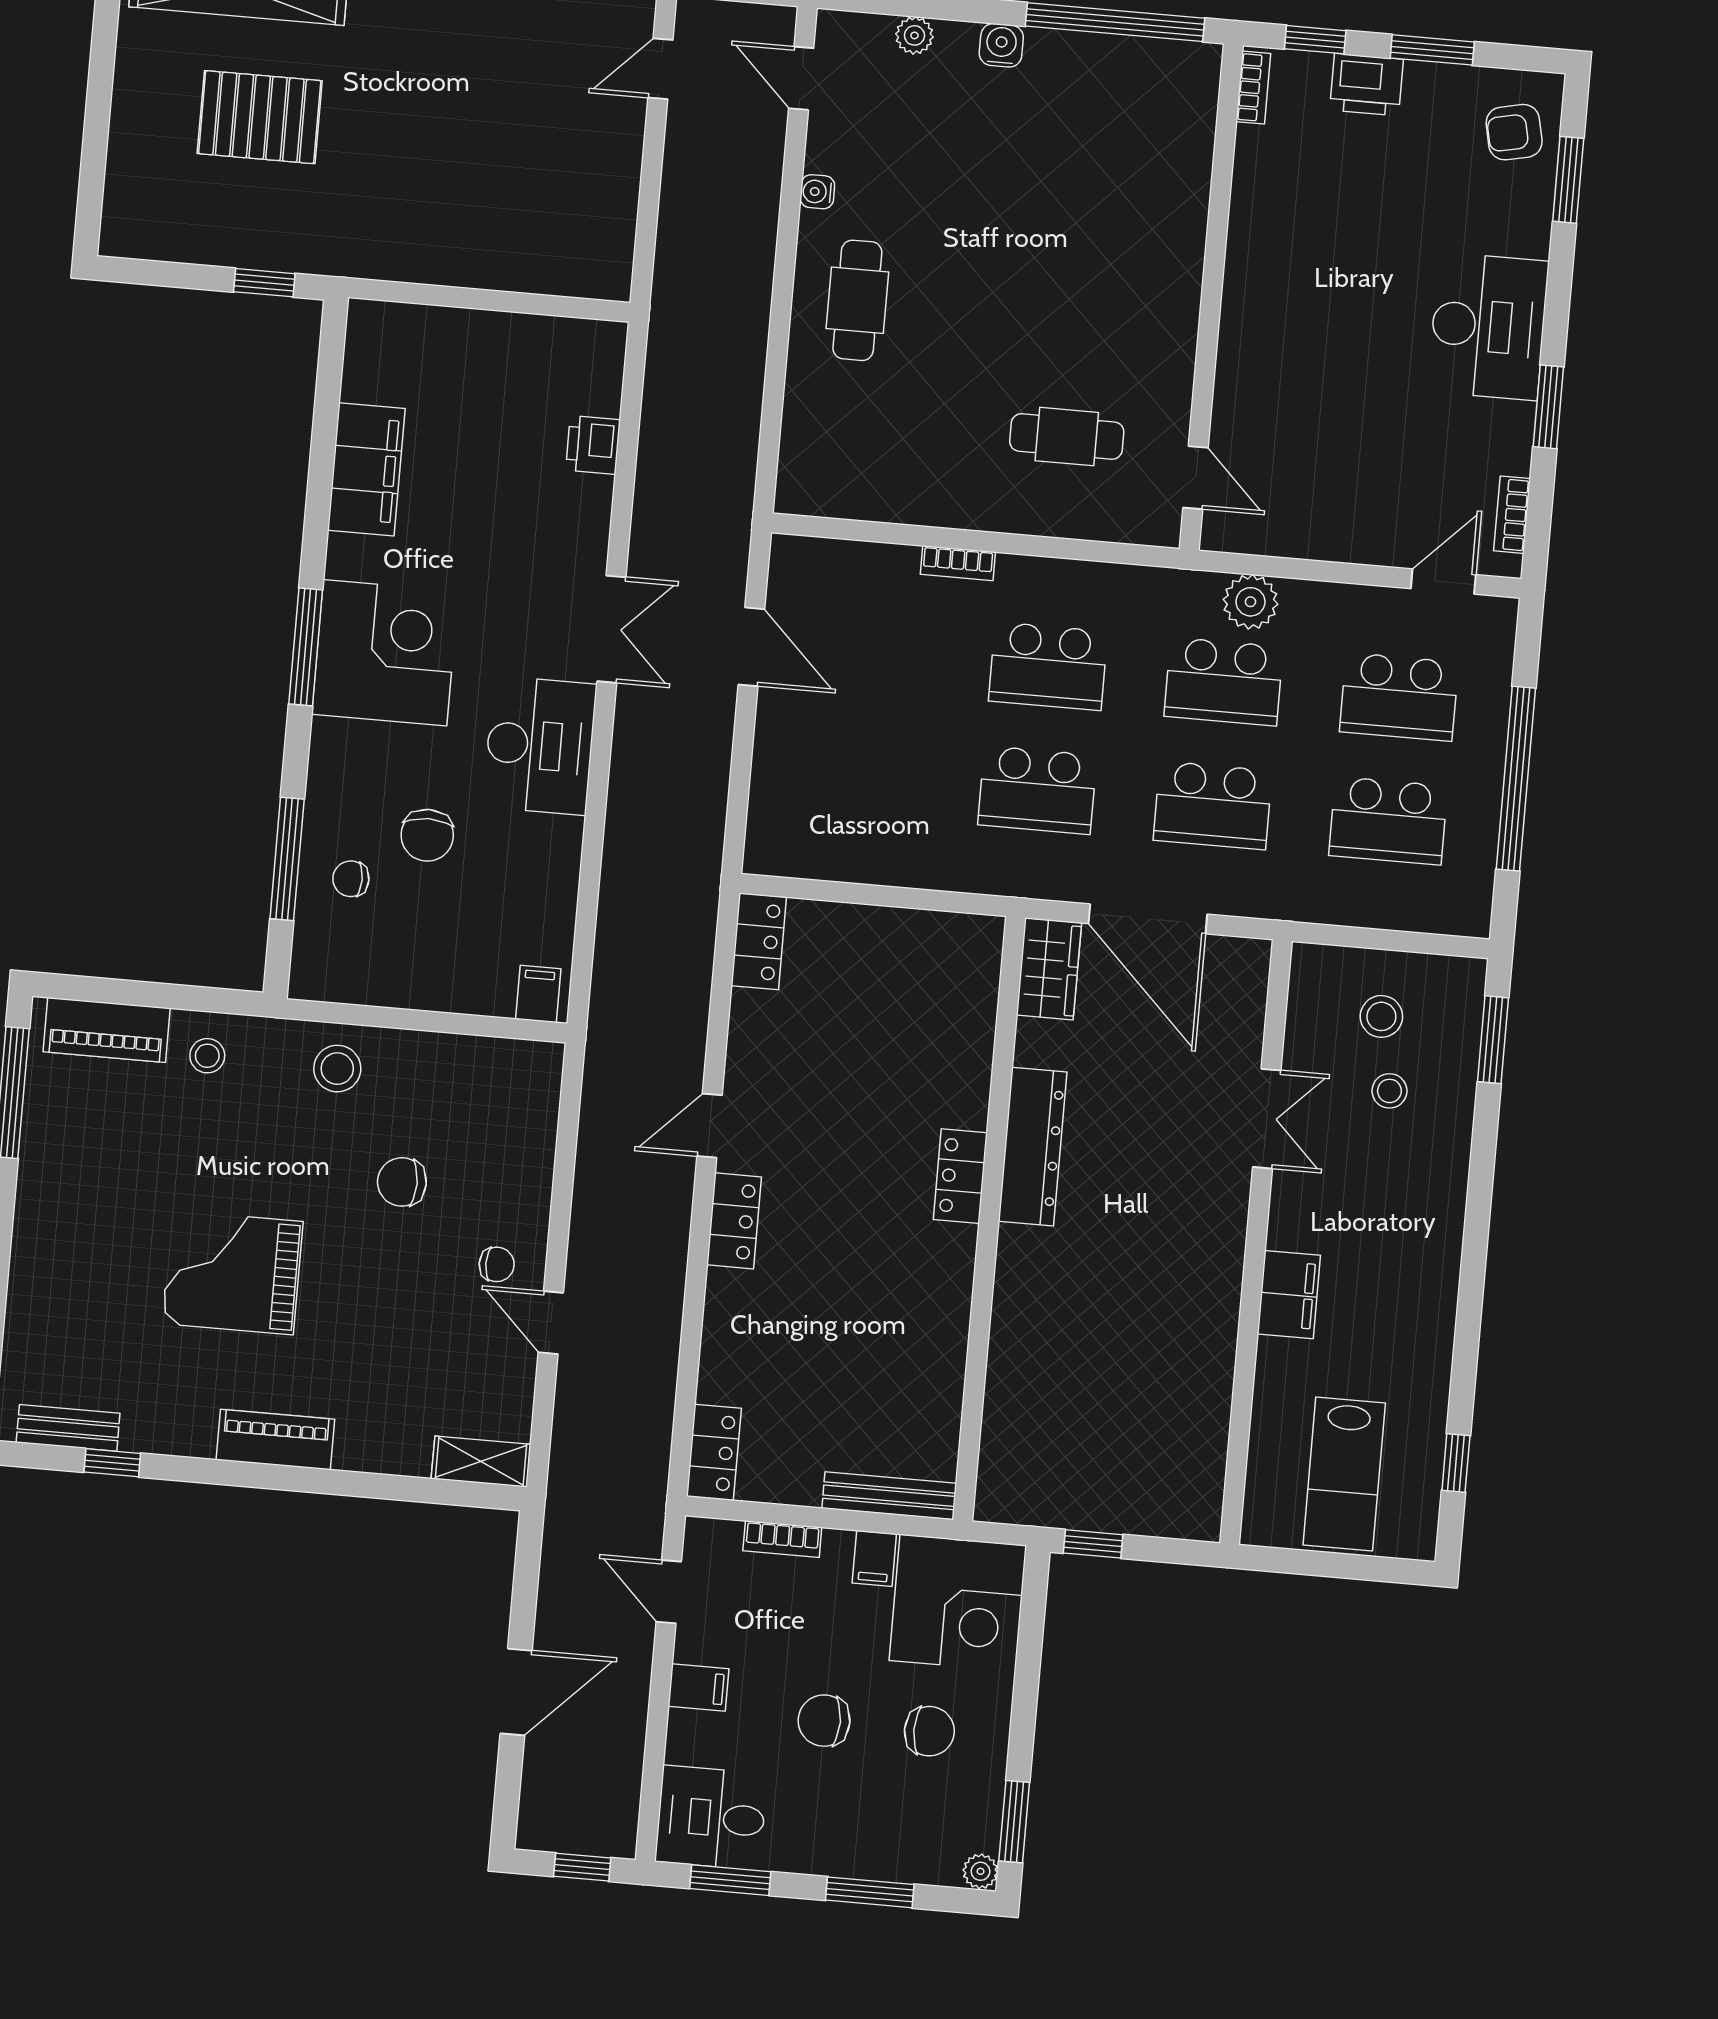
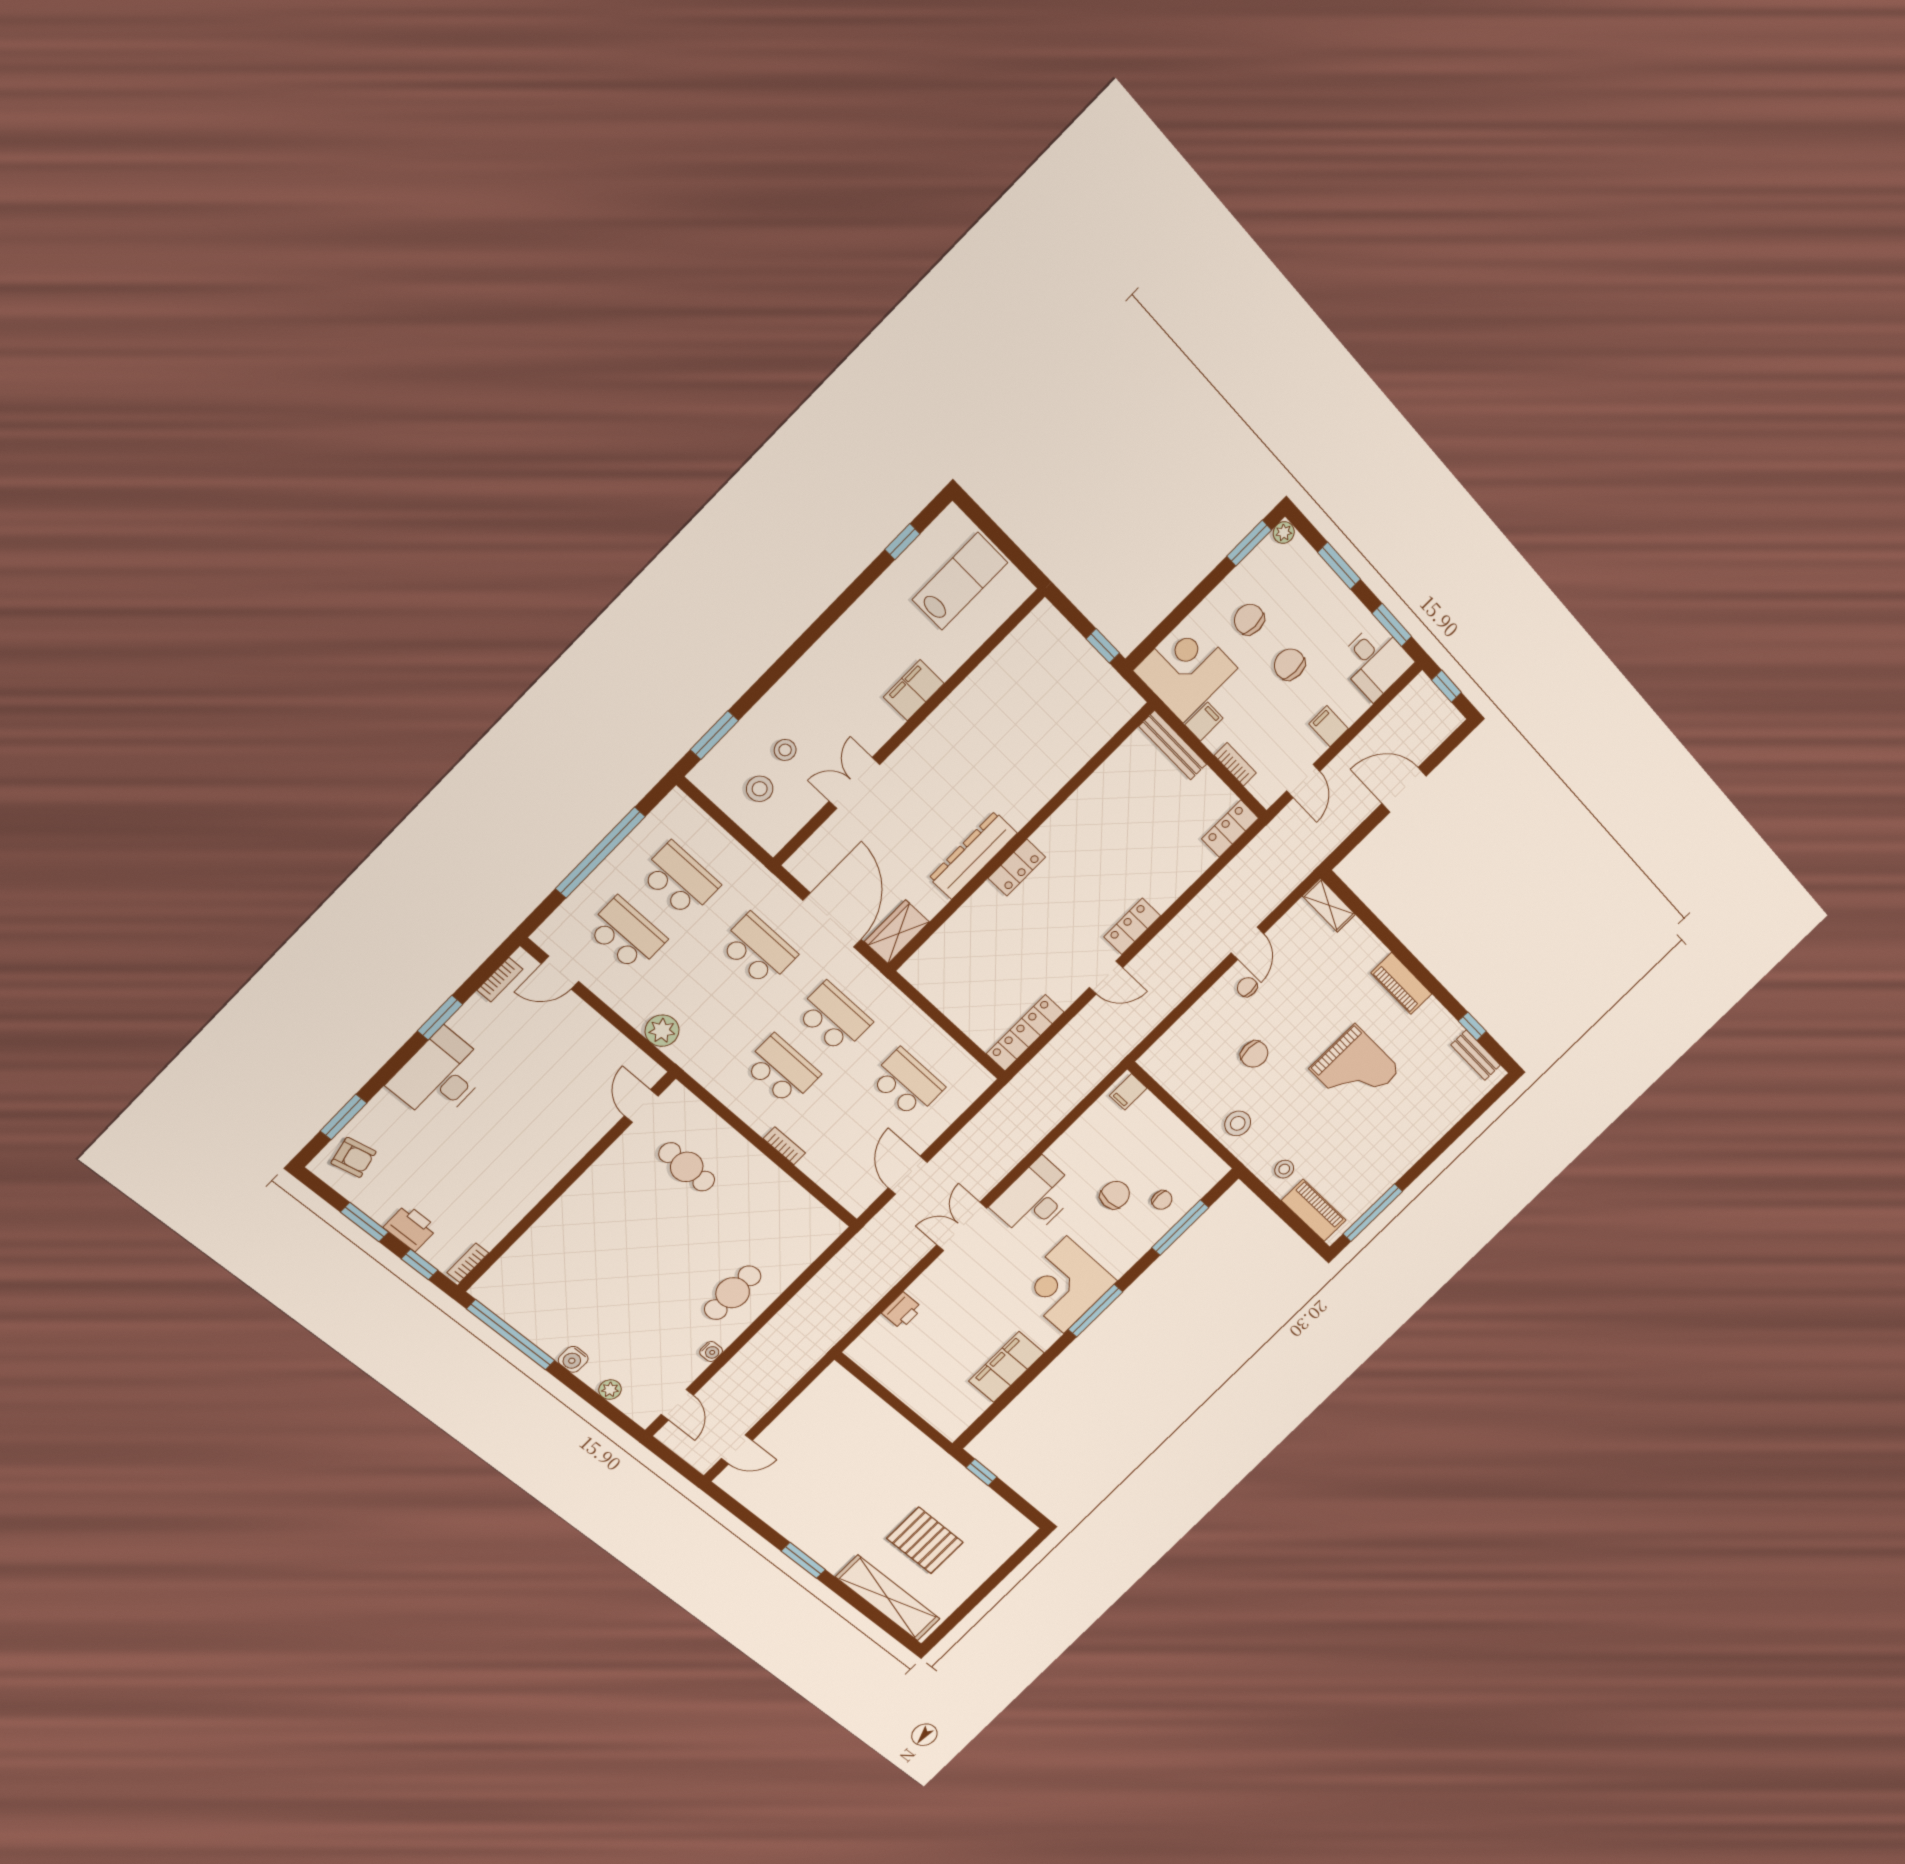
school desk: (1224, 682) -> (907, 1083), moved
locker: (759, 941) -> (1025, 1033), width x1.53
chair: (824, 1721) -> (1289, 664), turned 180

